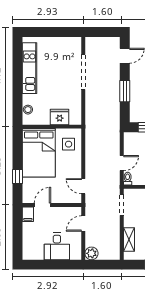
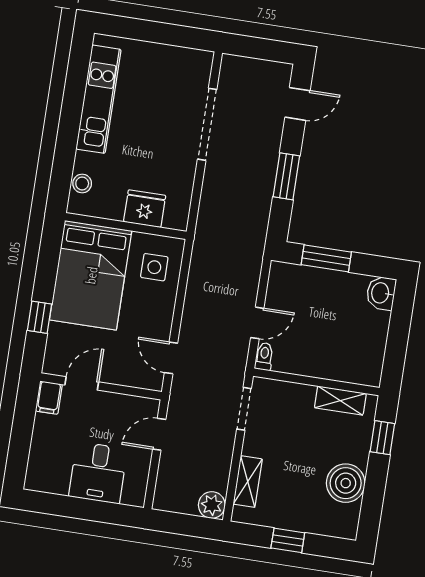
plant: (91, 253) -> (212, 505), moved

